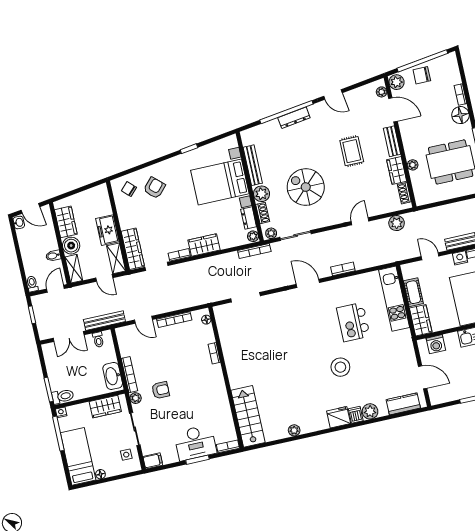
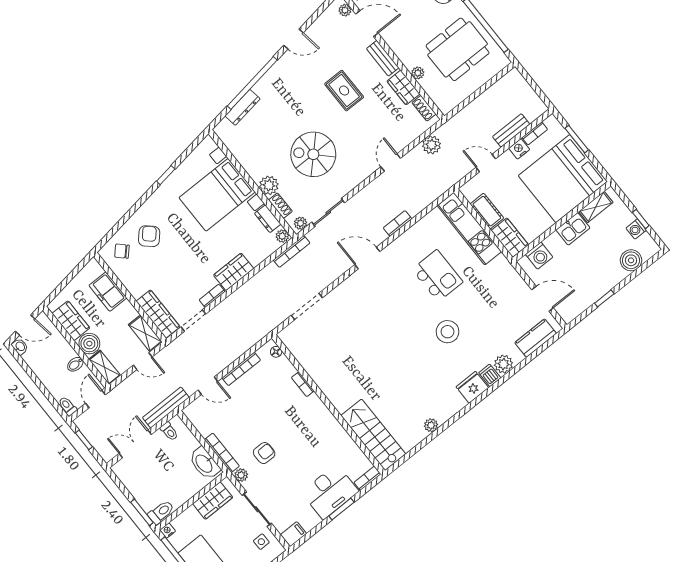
dresser: (294, 118) -> (243, 107), moved
bench: (253, 165) -> (244, 159), removed
freezer: (107, 230) -> (108, 292), moved
kitchen island: (353, 322) -> (437, 276), turned 180
double door: (69, 336) -> (135, 444), swing flipped

